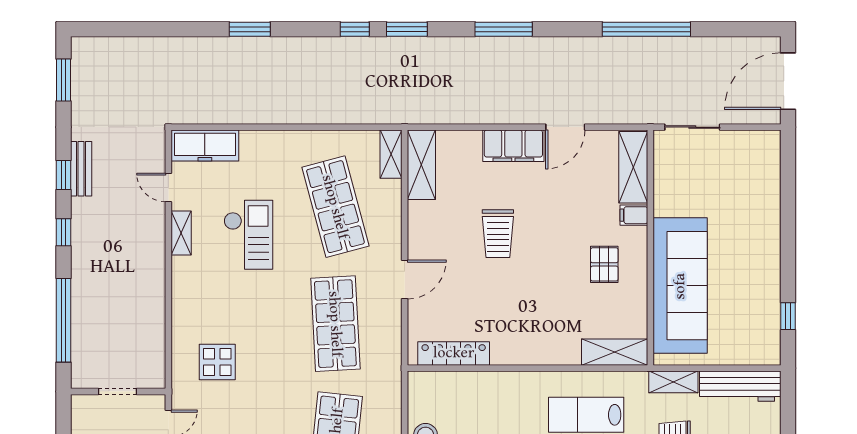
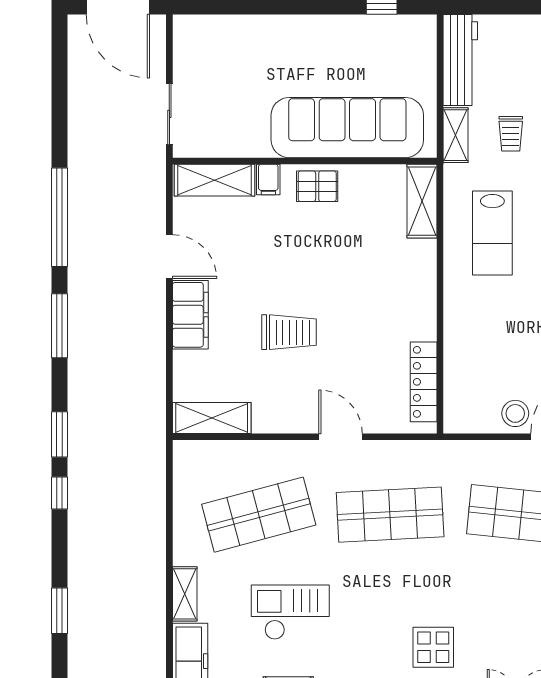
window: (646, 29) -> (60, 217), moved
shelving: (391, 154) -> (185, 594), moved, turned 90
pallet: (604, 264) -> (317, 186), moved

